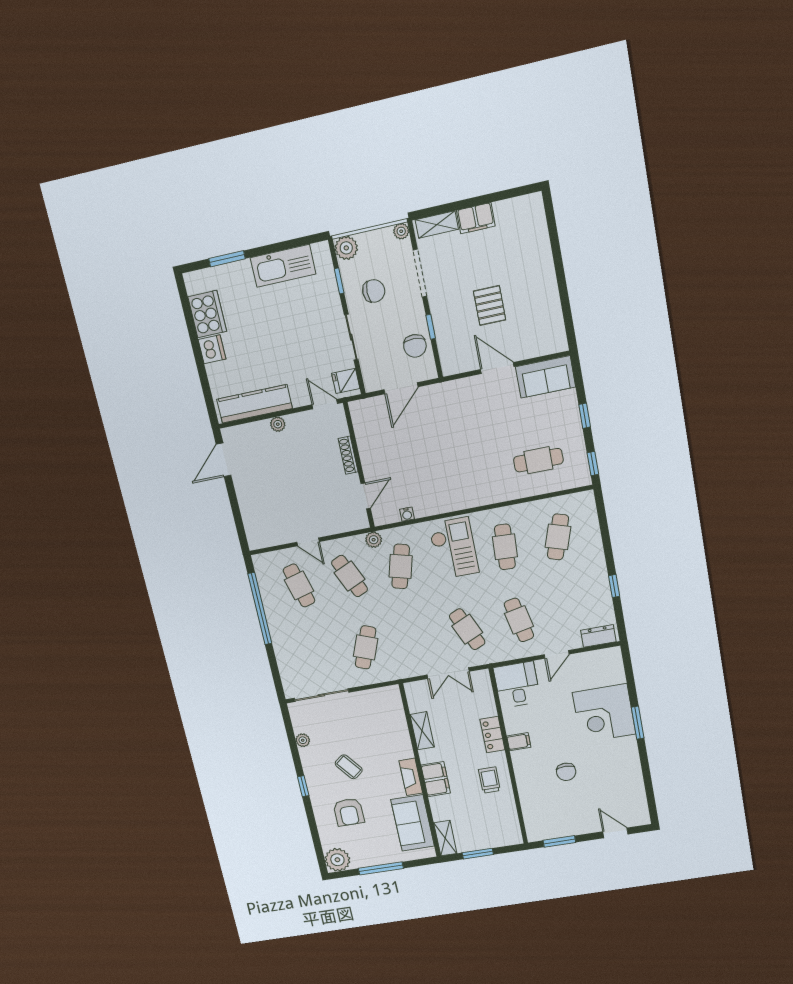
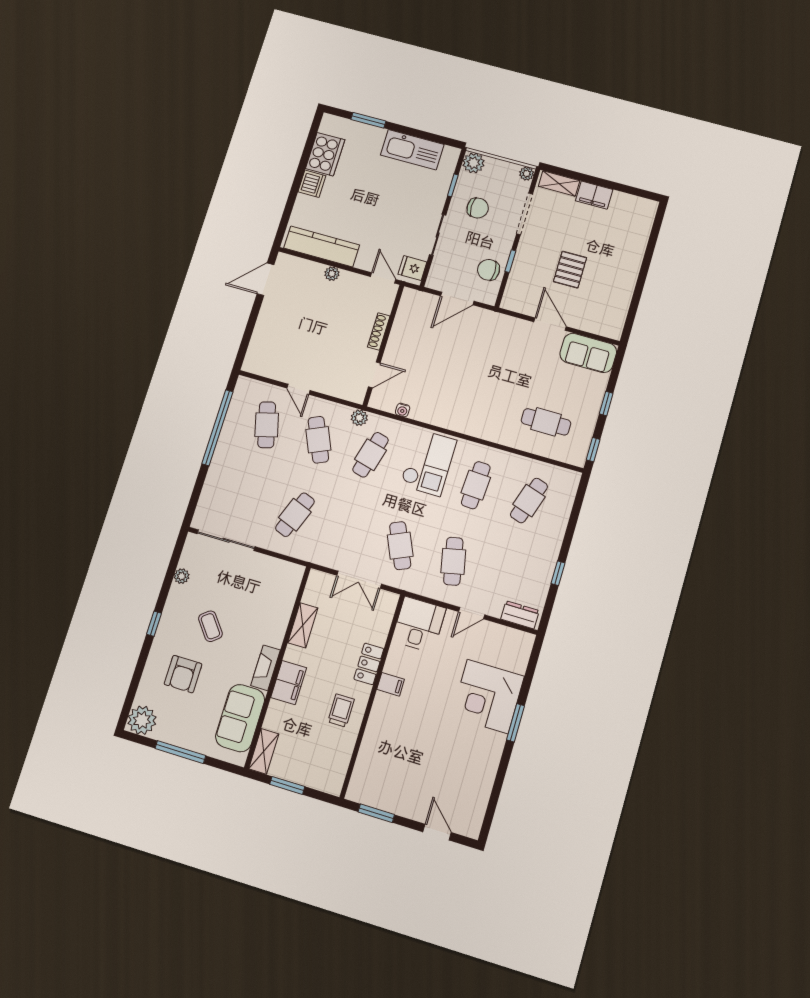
chair: (415, 346) -> (489, 270), turned 87
chair: (566, 772) -> (421, 740), removed

